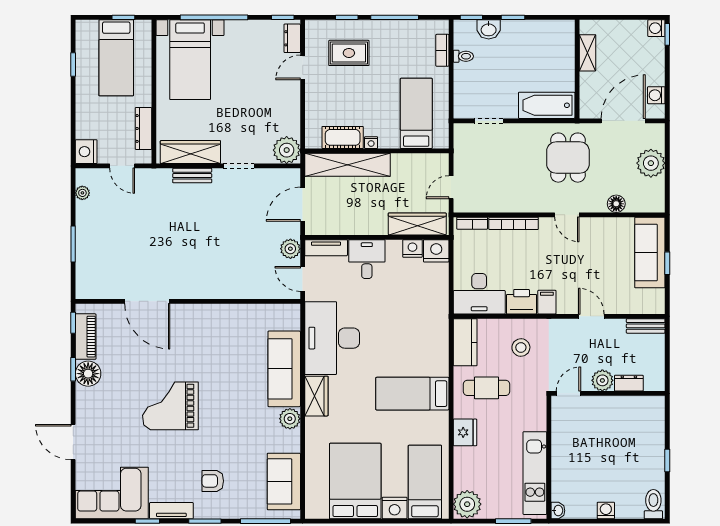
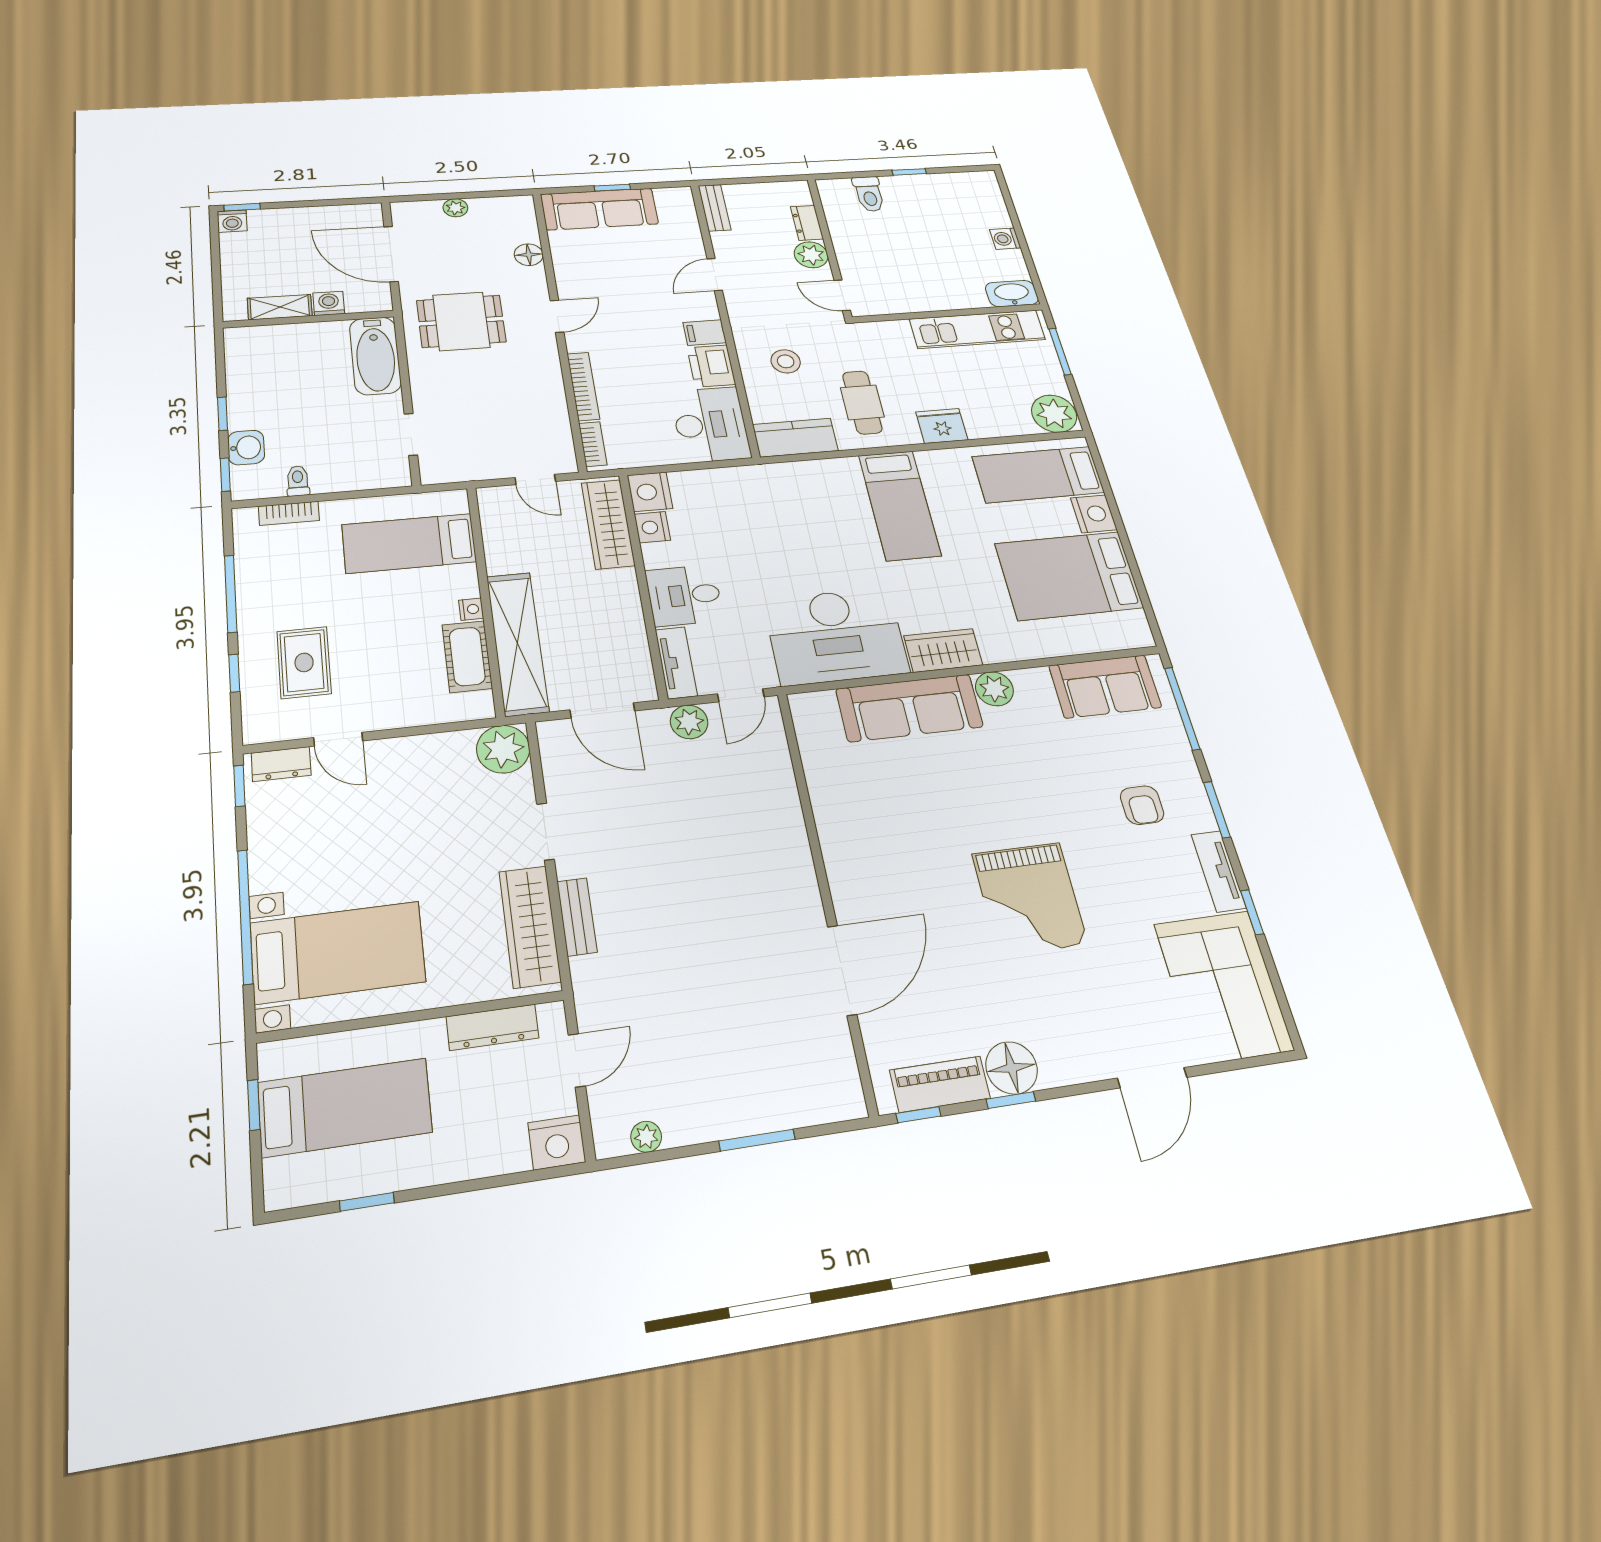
washing machine: (656, 95) -> (329, 303), moved, turned 180
plant: (651, 163) -> (455, 208), width x0.53, depth x0.53
toilet: (653, 504) -> (869, 194), moved, turned -90
washbasin: (558, 511) -> (1012, 294), width x1.91, depth x1.45

